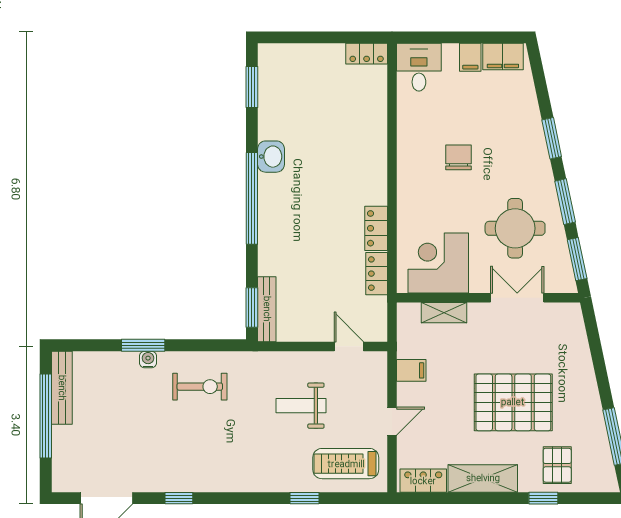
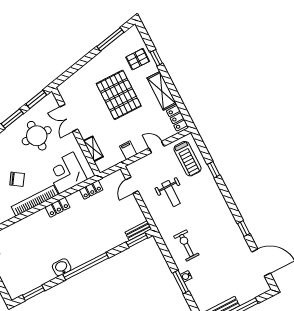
chair: (458, 157) -> (17, 179), turned -147
bookcase: (407, 169) -> (35, 201), added
locker: (376, 228) -> (58, 207), moved
corner desk: (438, 263) -> (66, 173), moved, turned 90
bench: (267, 309) -> (138, 231), width x0.73

